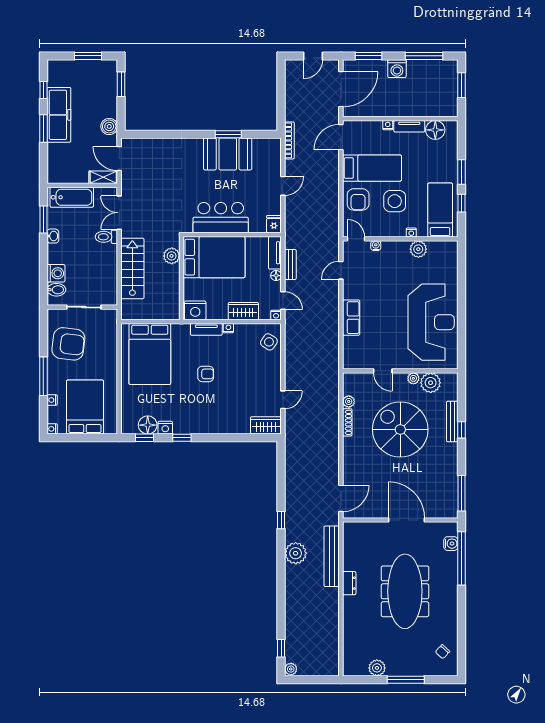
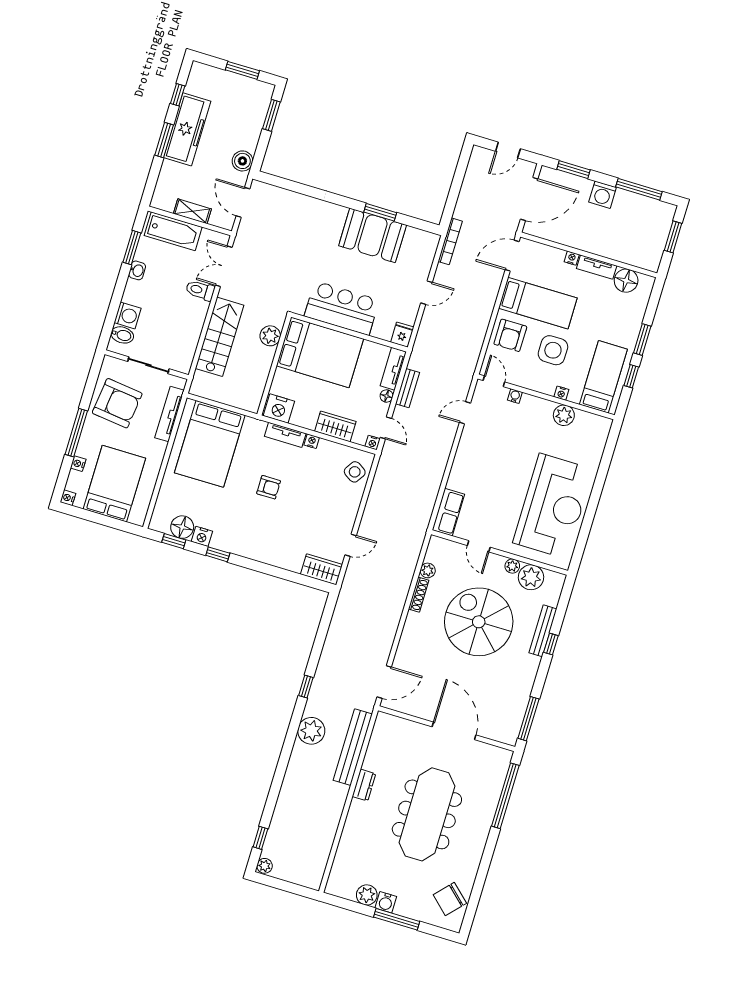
shelving: (103, 177) -> (192, 211), moved
row of seats: (351, 318) -> (448, 512), moved
tv unit: (112, 340) -> (170, 414), added
water cooler: (451, 544) -> (386, 902), moved, turned 90
chair: (442, 652) -> (450, 899), width x1.87, depth x1.87

